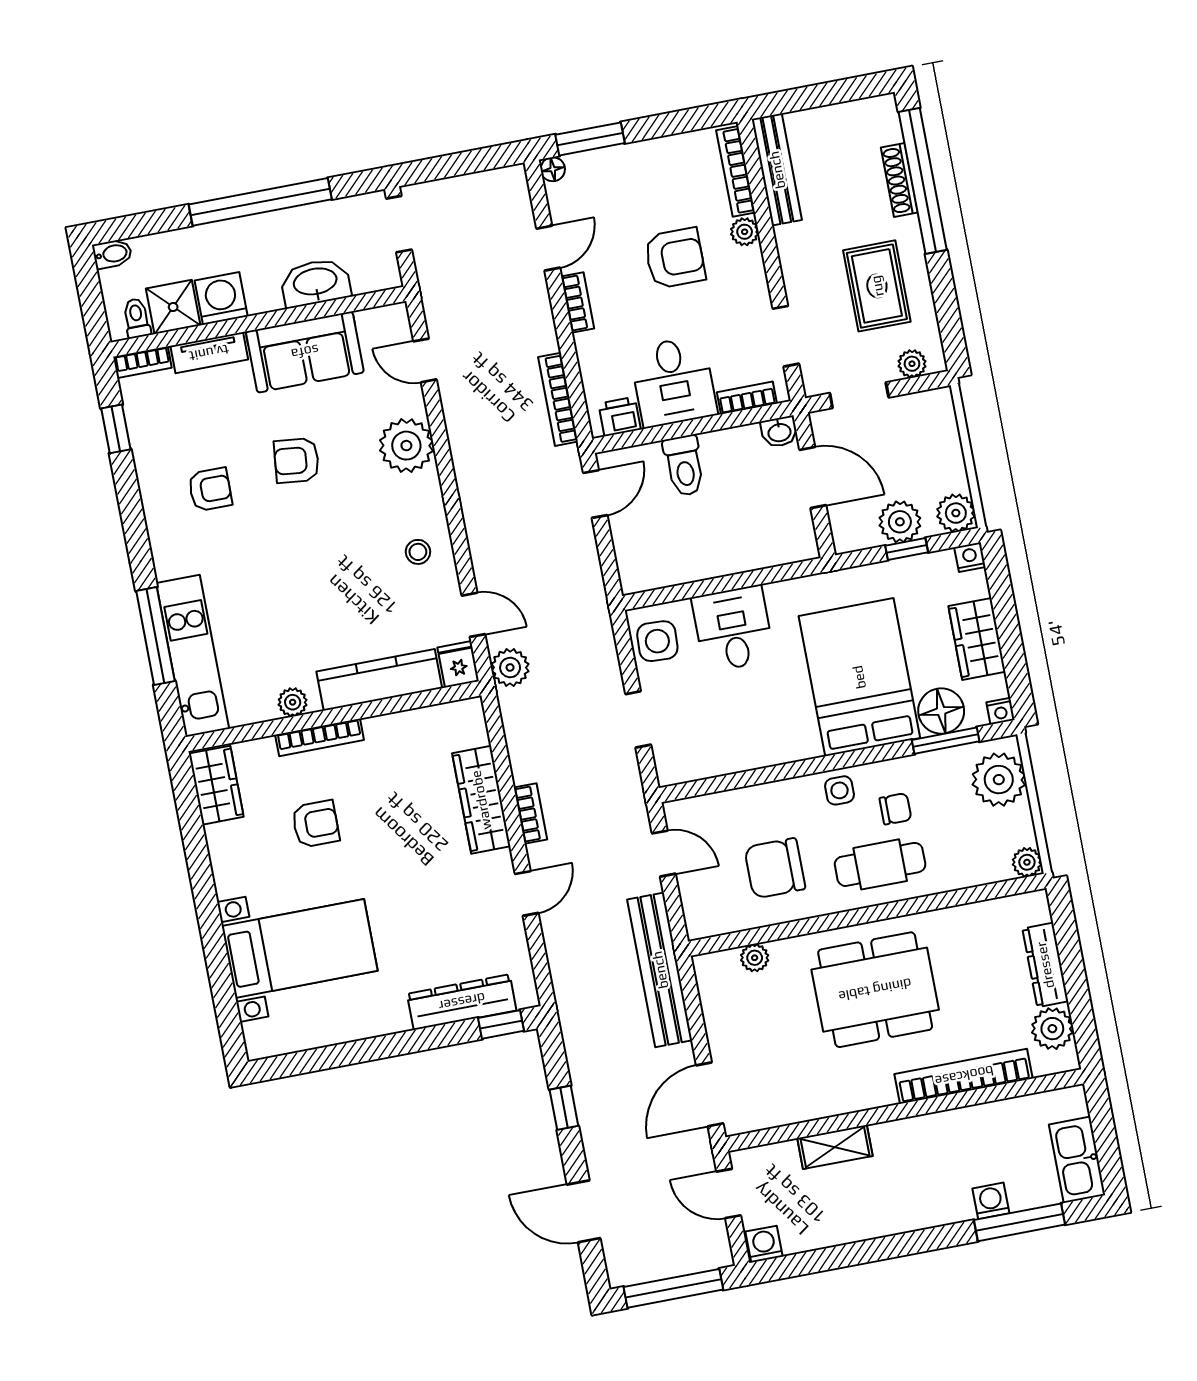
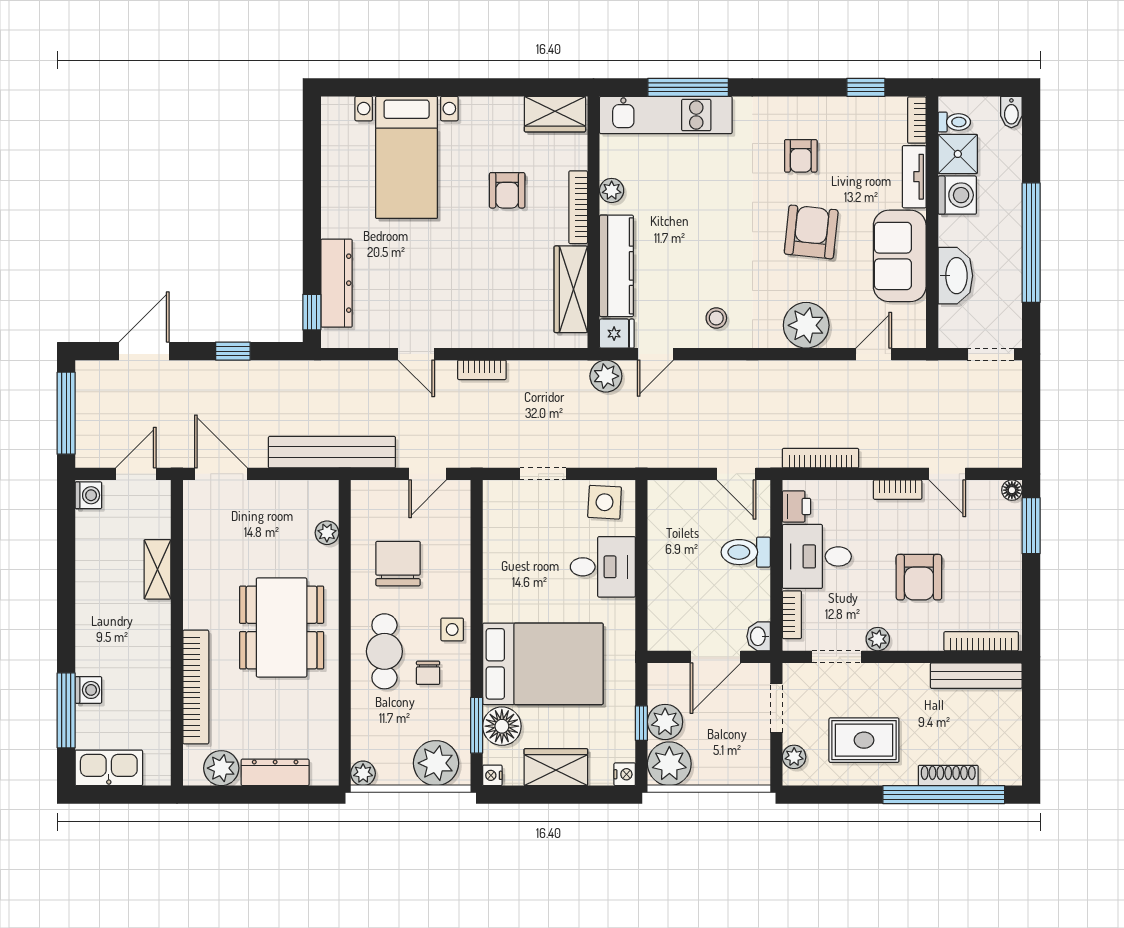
plant: (745, 232) -> (878, 639), moved
armchair: (297, 460) -> (811, 232), width x1.38, depth x1.38
plant: (956, 513) -> (669, 764), width x1.36, depth x1.36
wardrobe: (481, 800) -> (571, 289), moved, turned -90

